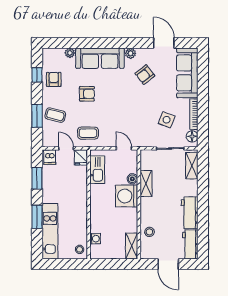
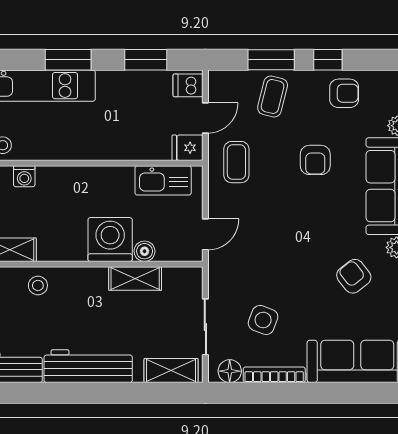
window: (37, 75) -> (328, 60), moved
workbench: (190, 213) -> (88, 366), width x1.38

